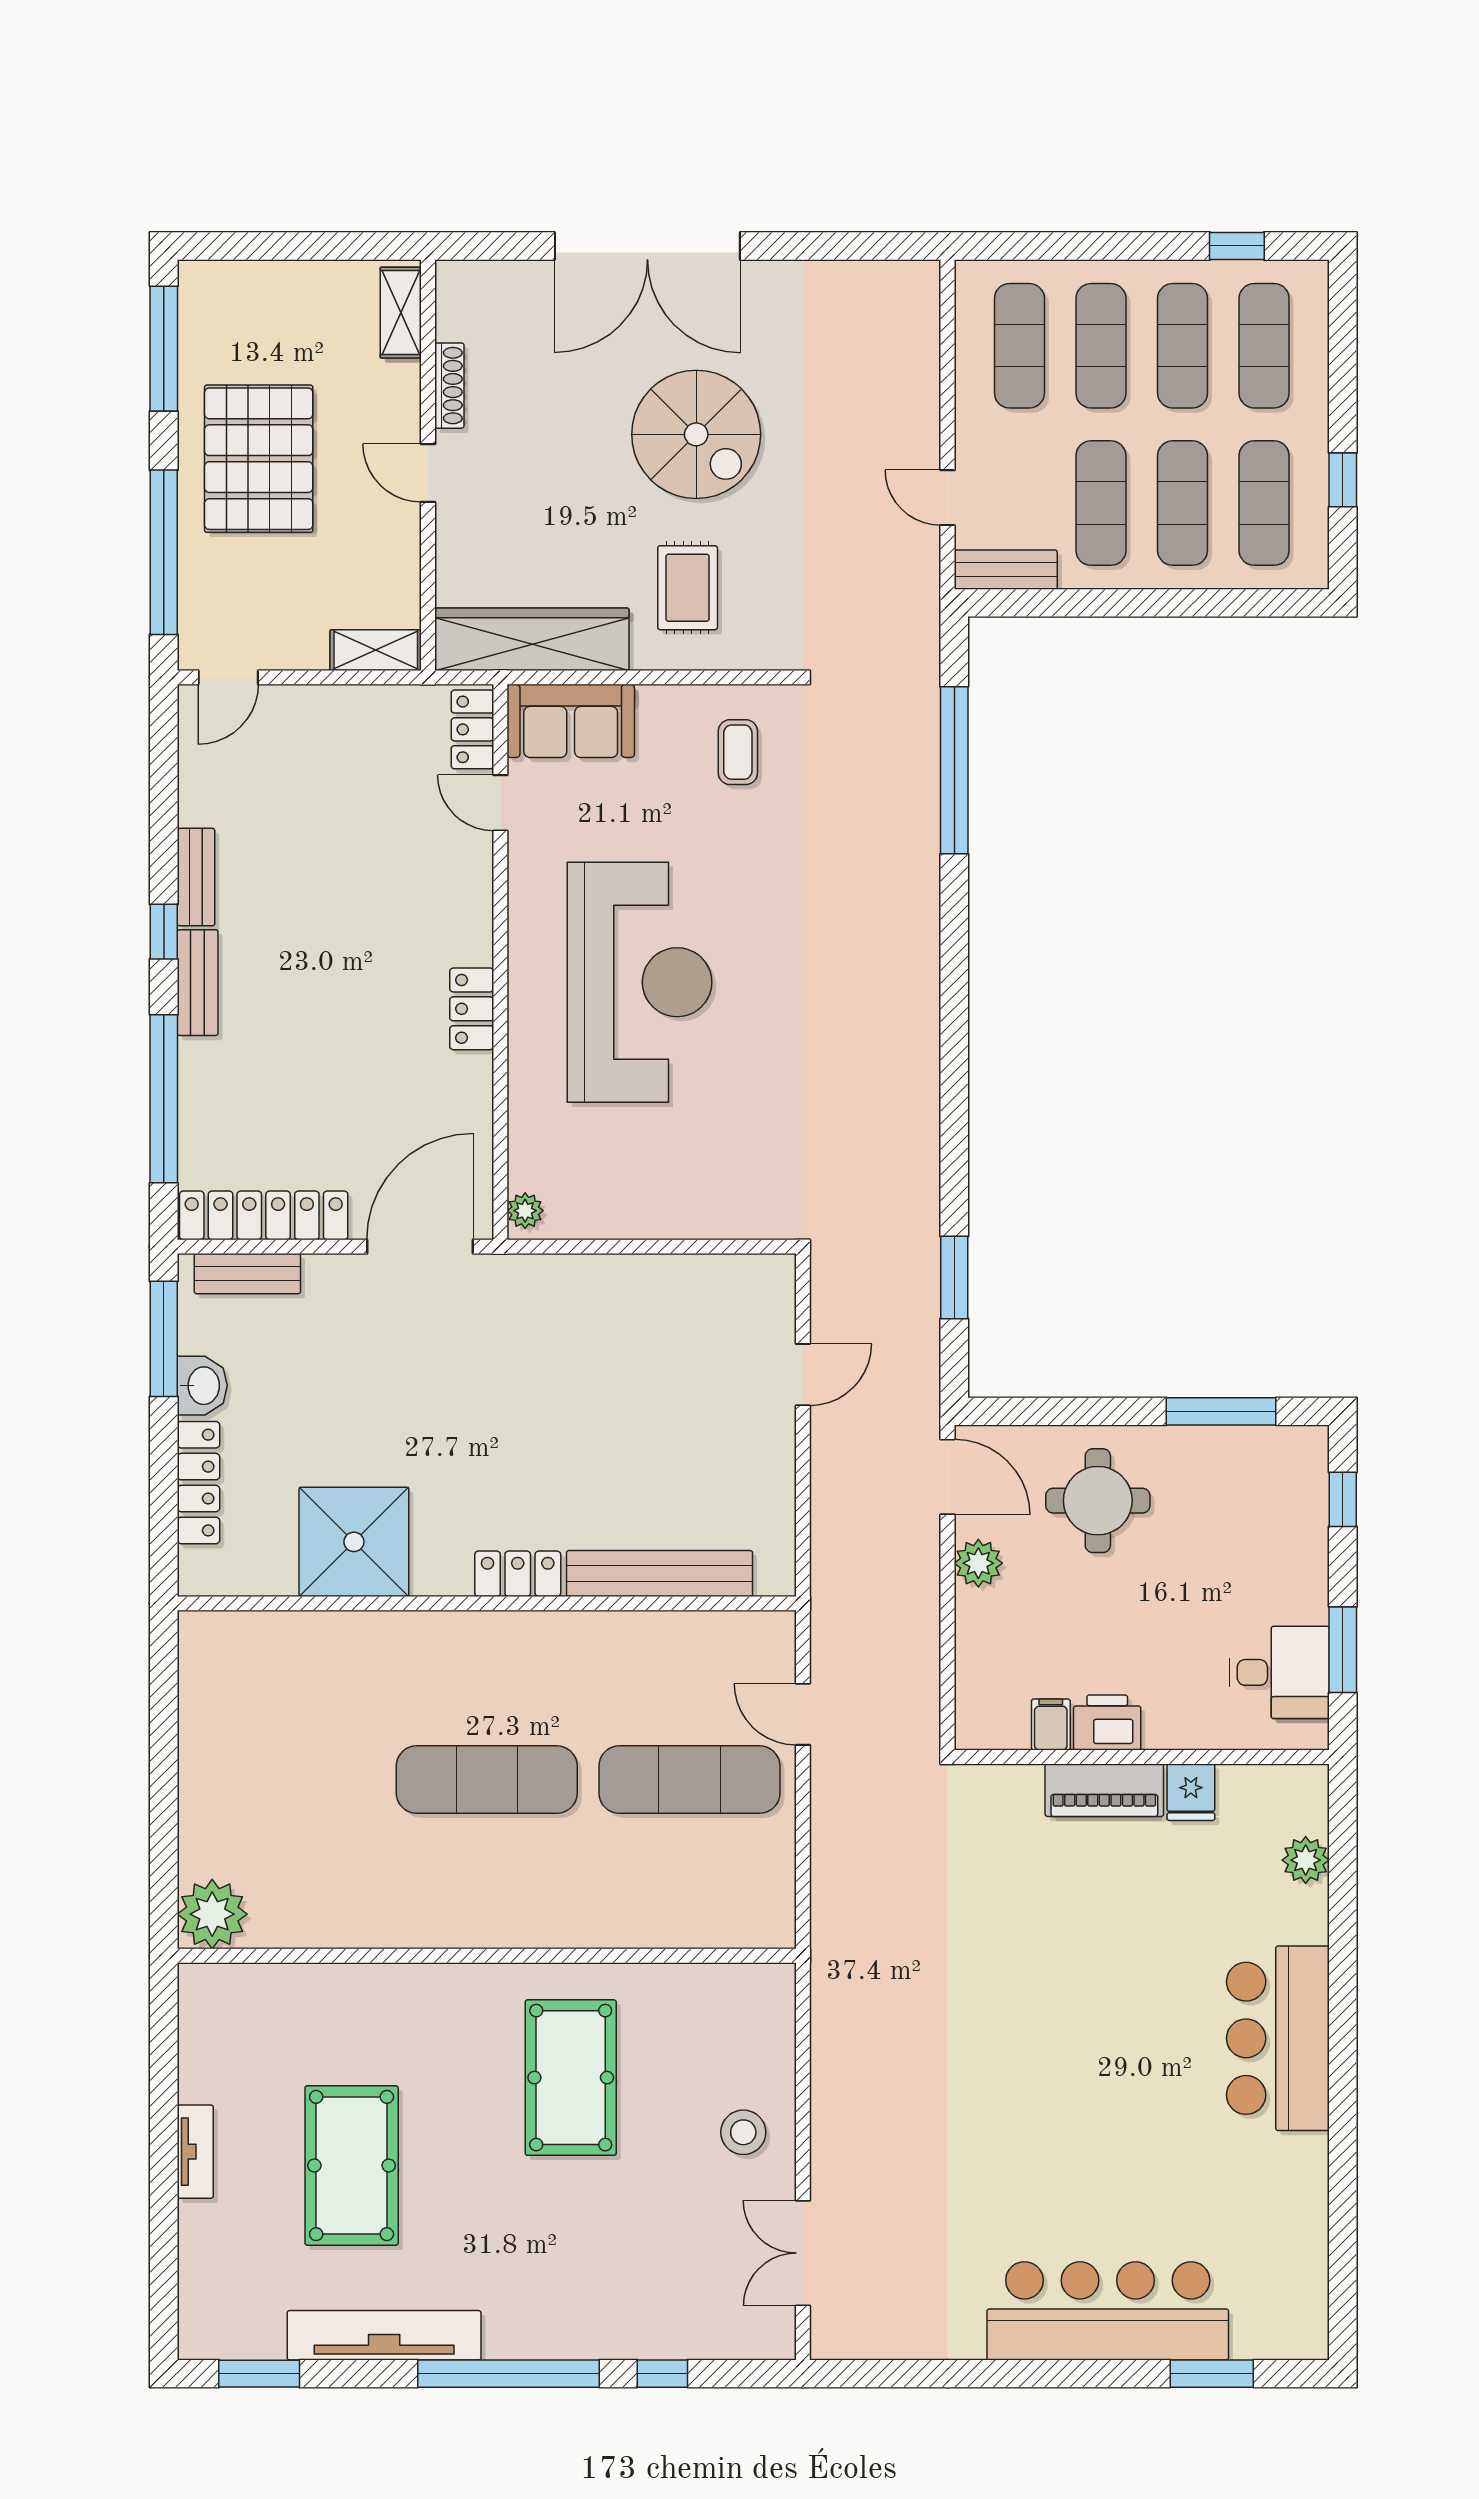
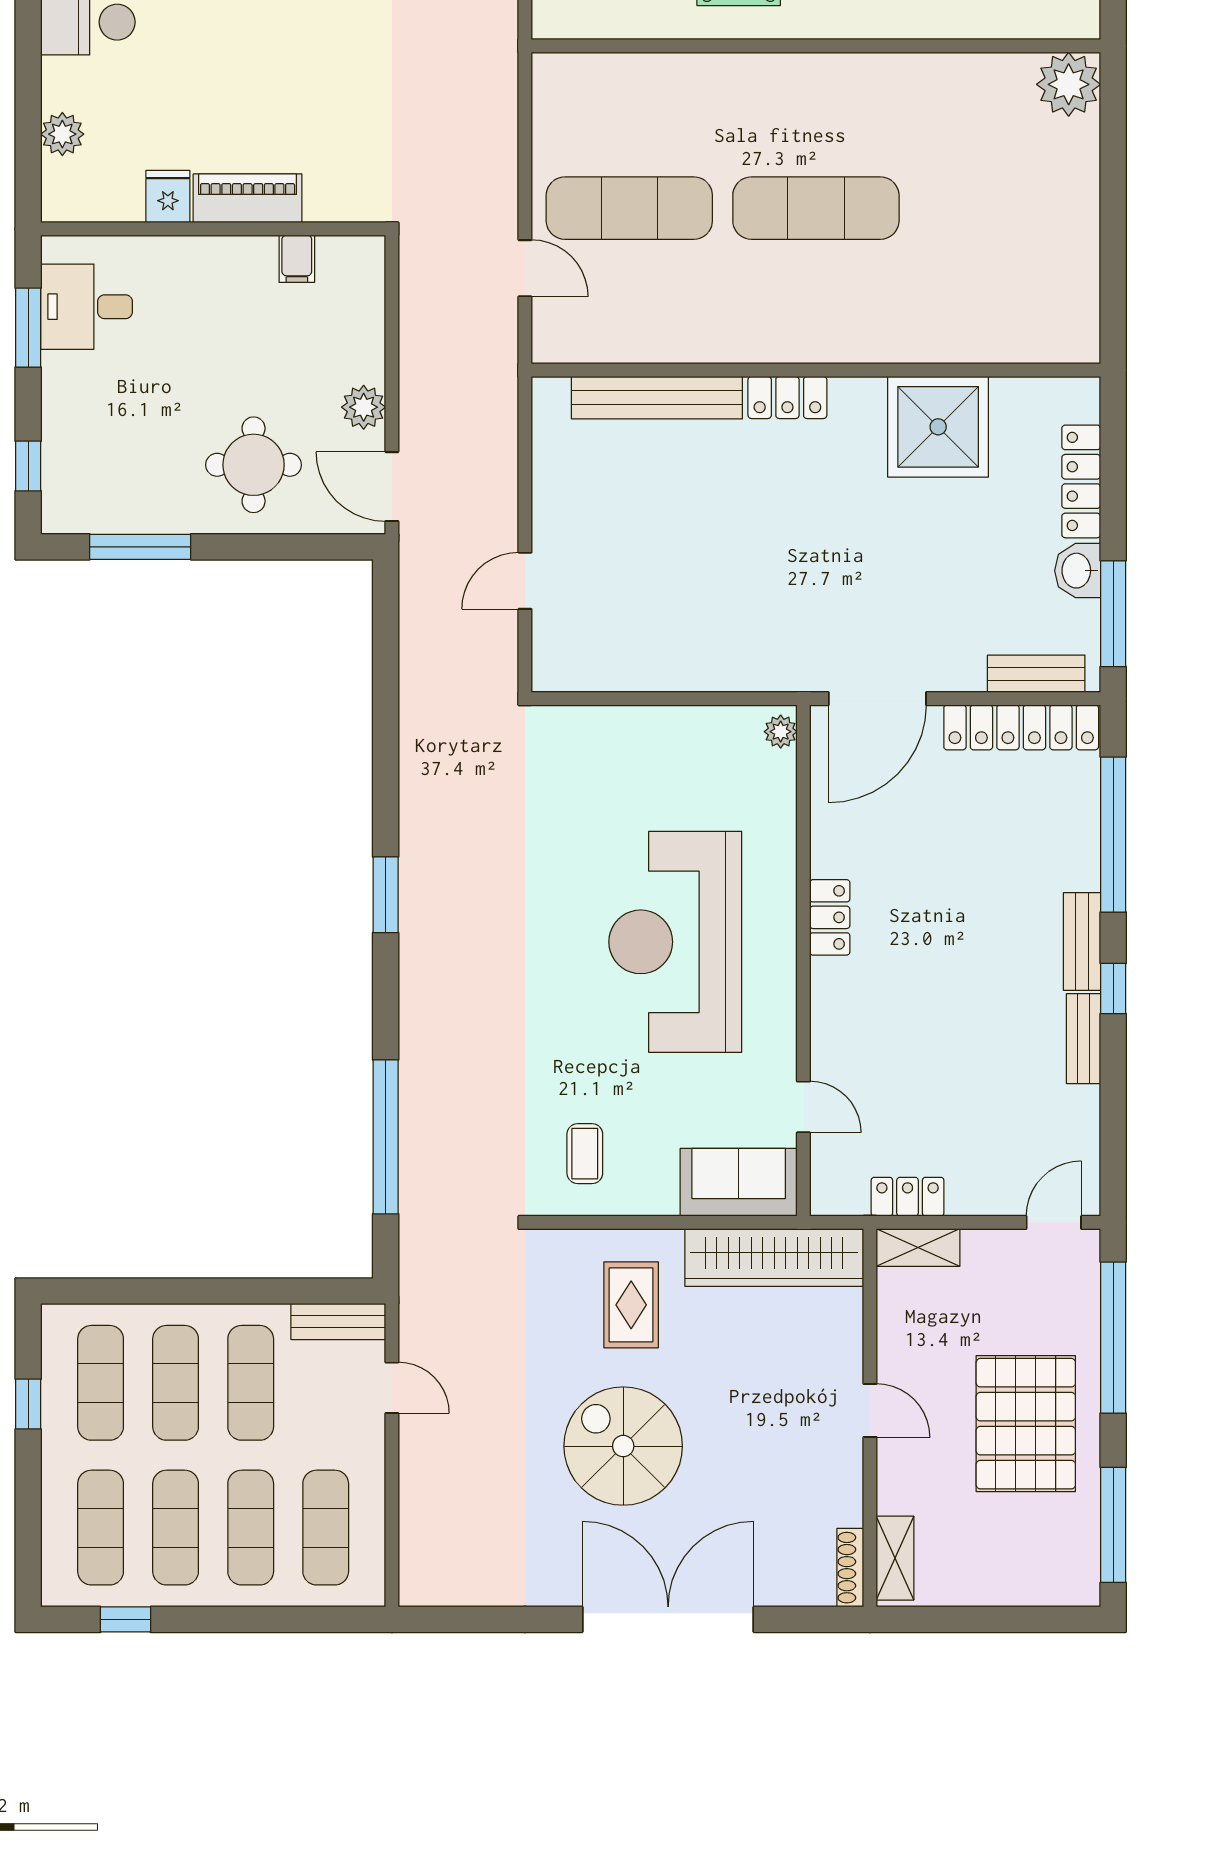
shoe rack: (449, 386) -> (850, 1568), moved
locker: (472, 729) -> (908, 1197), moved, turned -90
window: (954, 1278) -> (386, 895), moved
printer: (1107, 1723) -> (245, 261), removed

